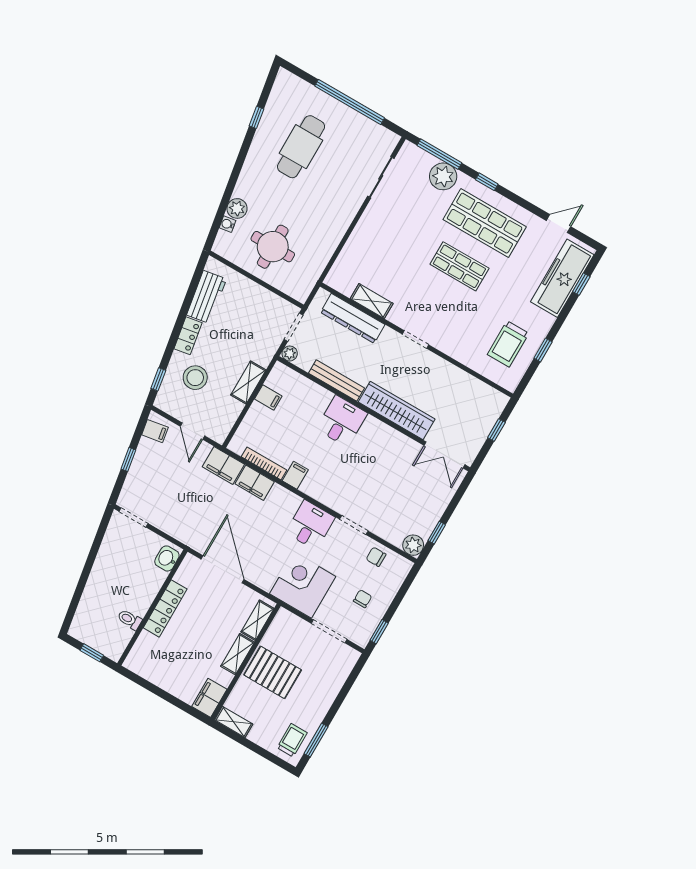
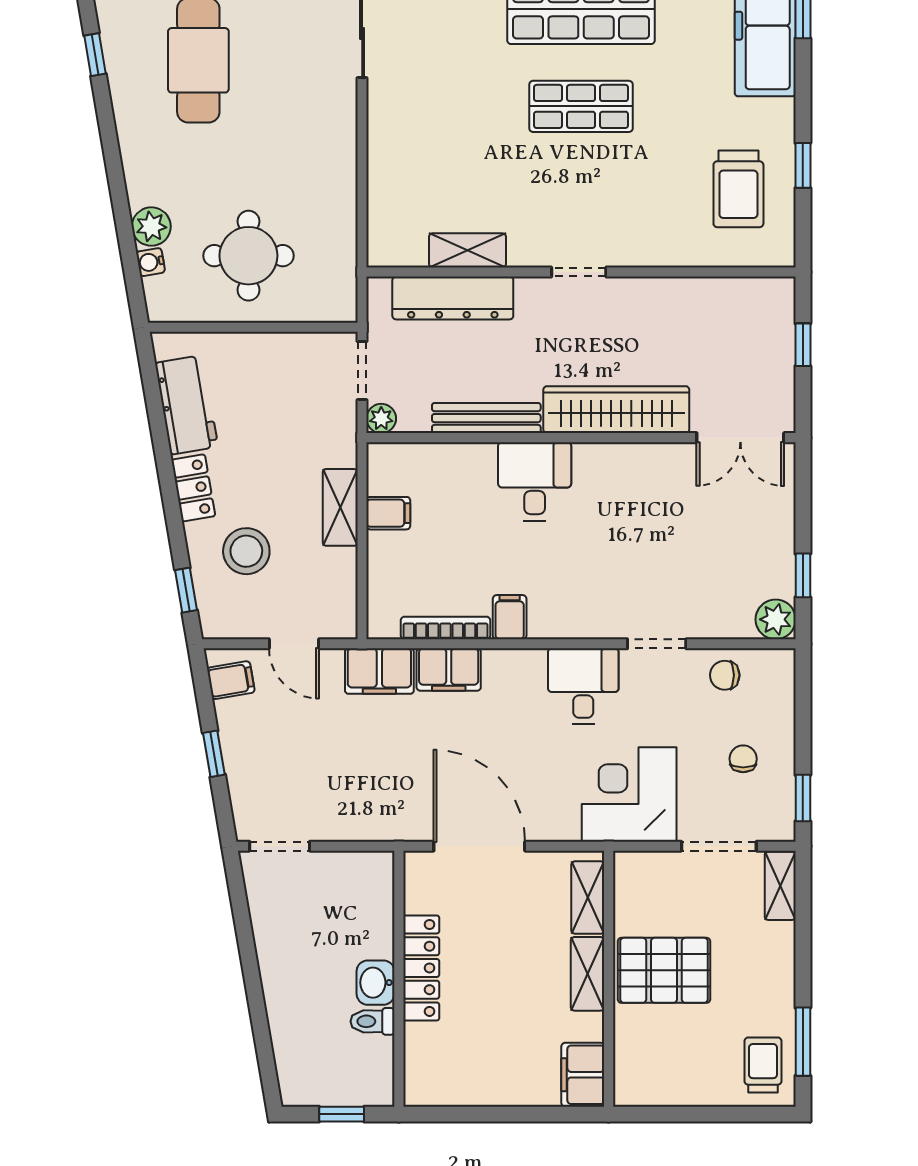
washbasin: (167, 558) -> (376, 983), moved
shelving: (234, 722) -> (780, 886), moved, turned 90

